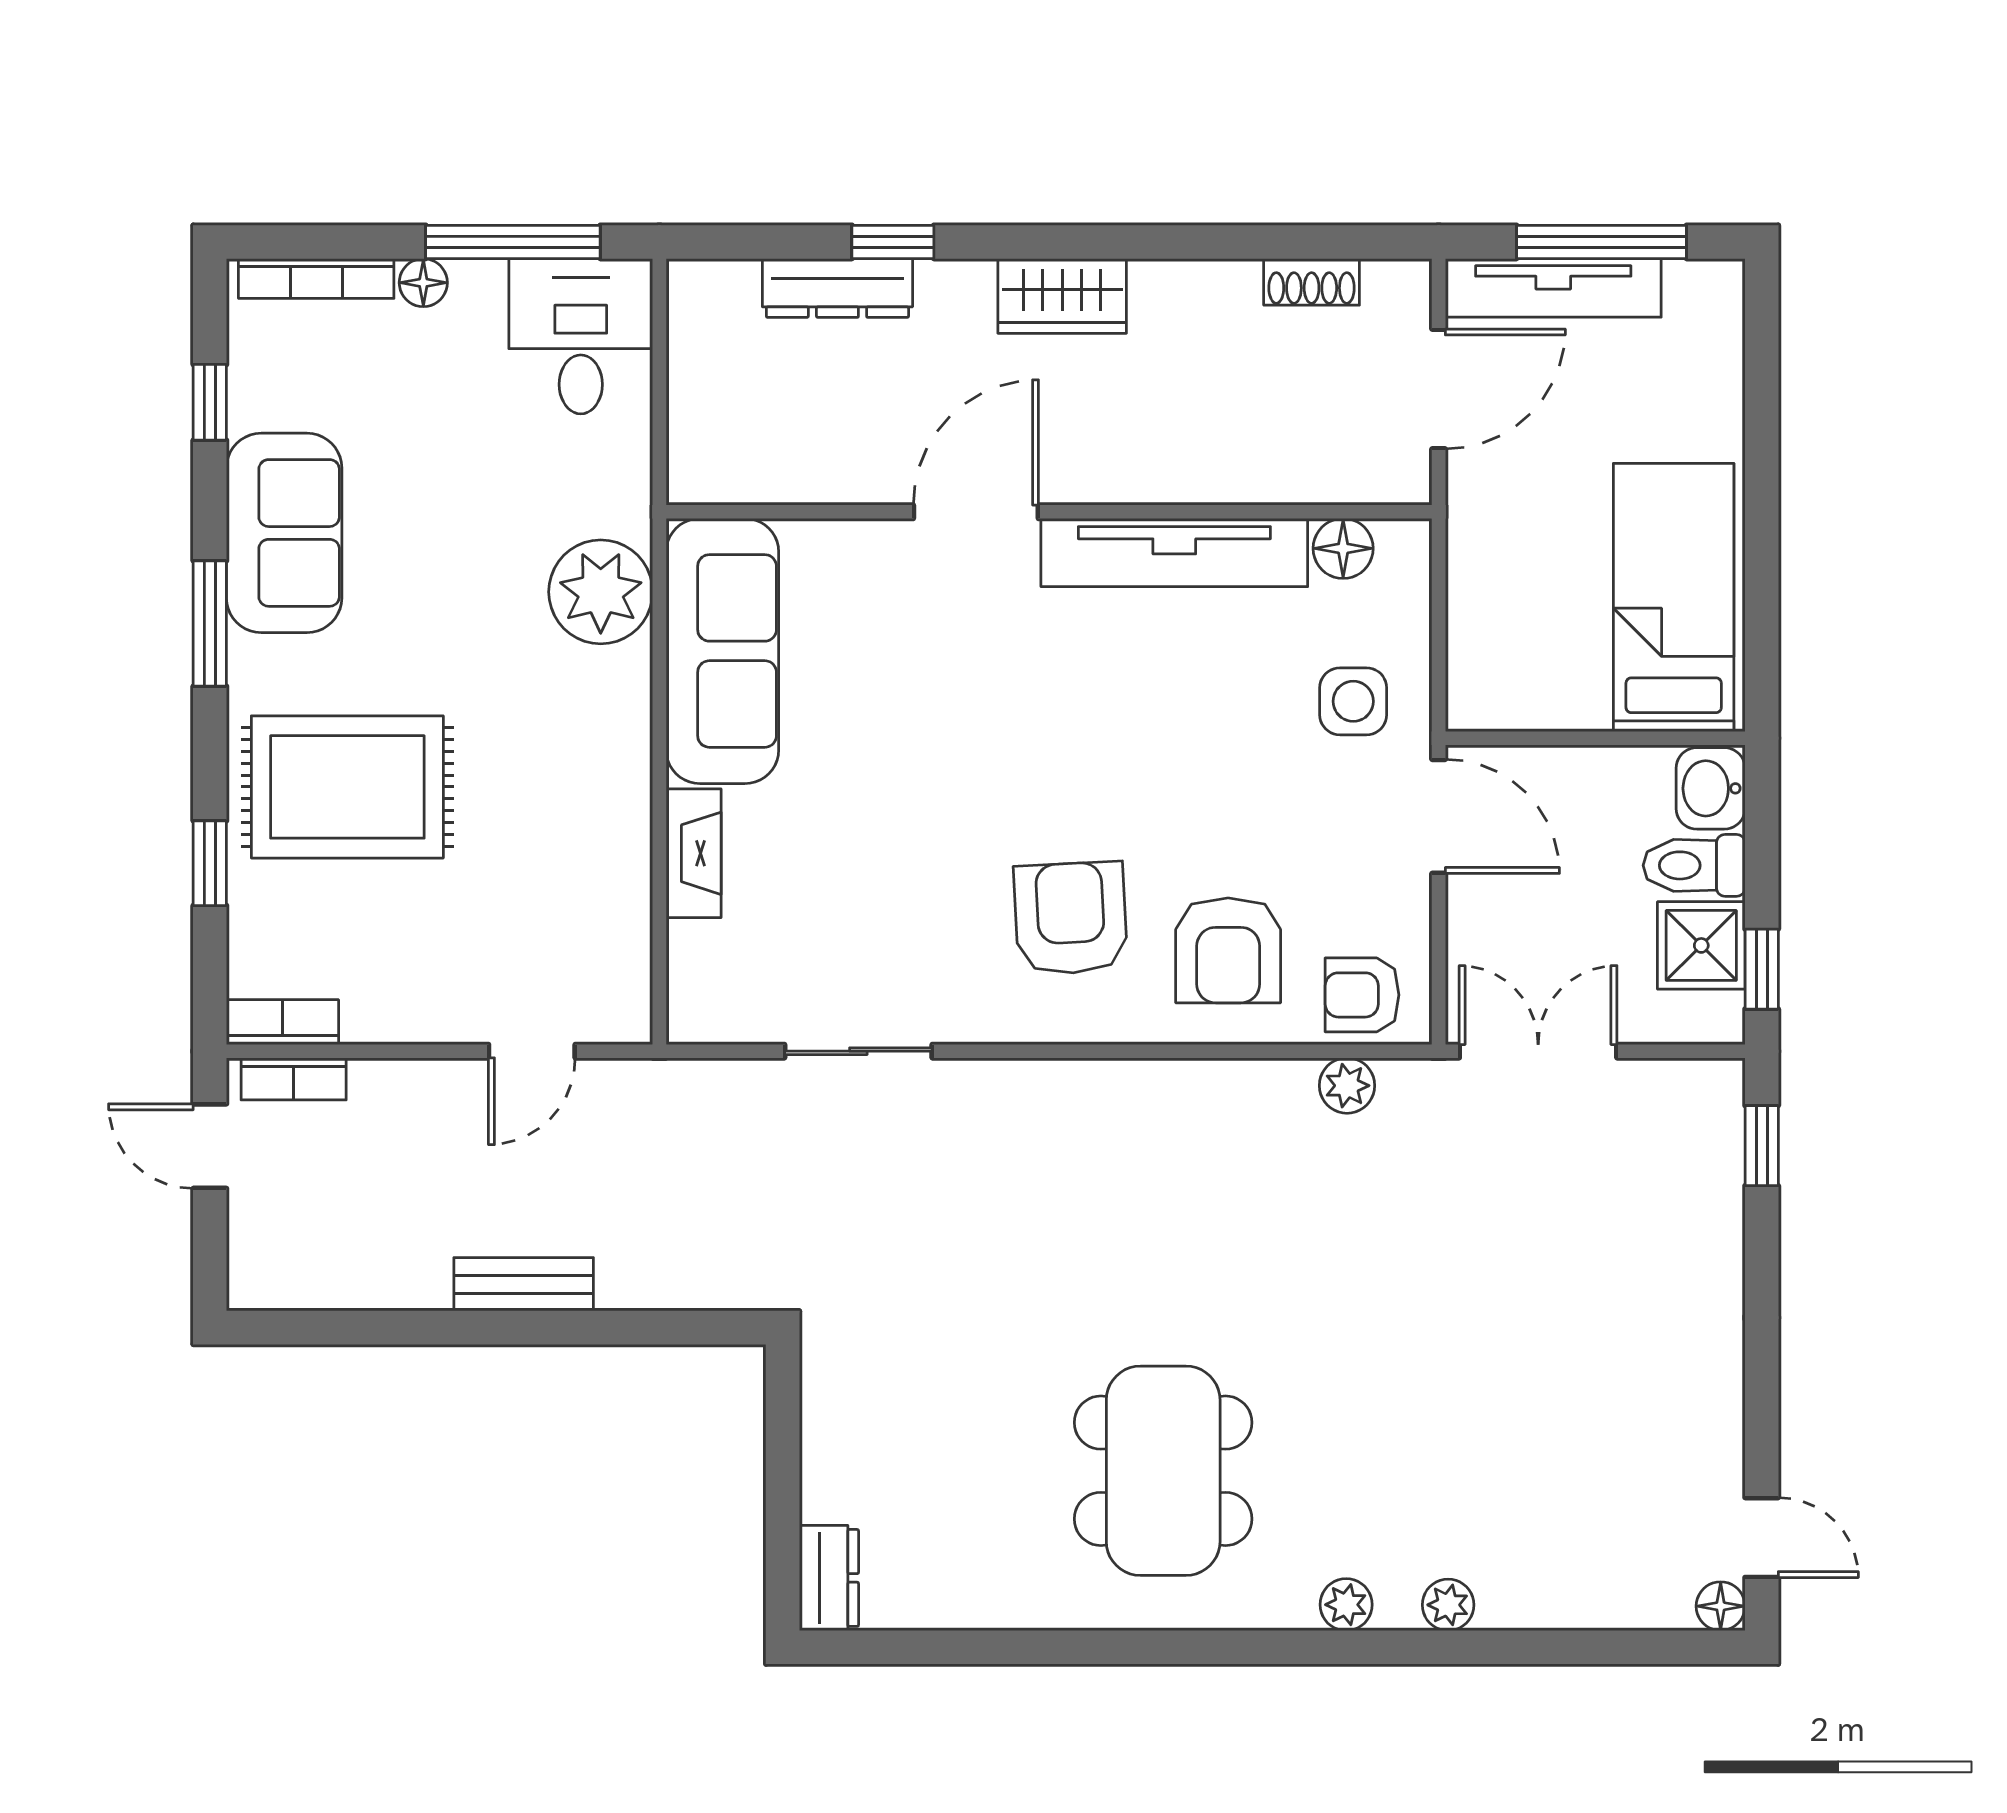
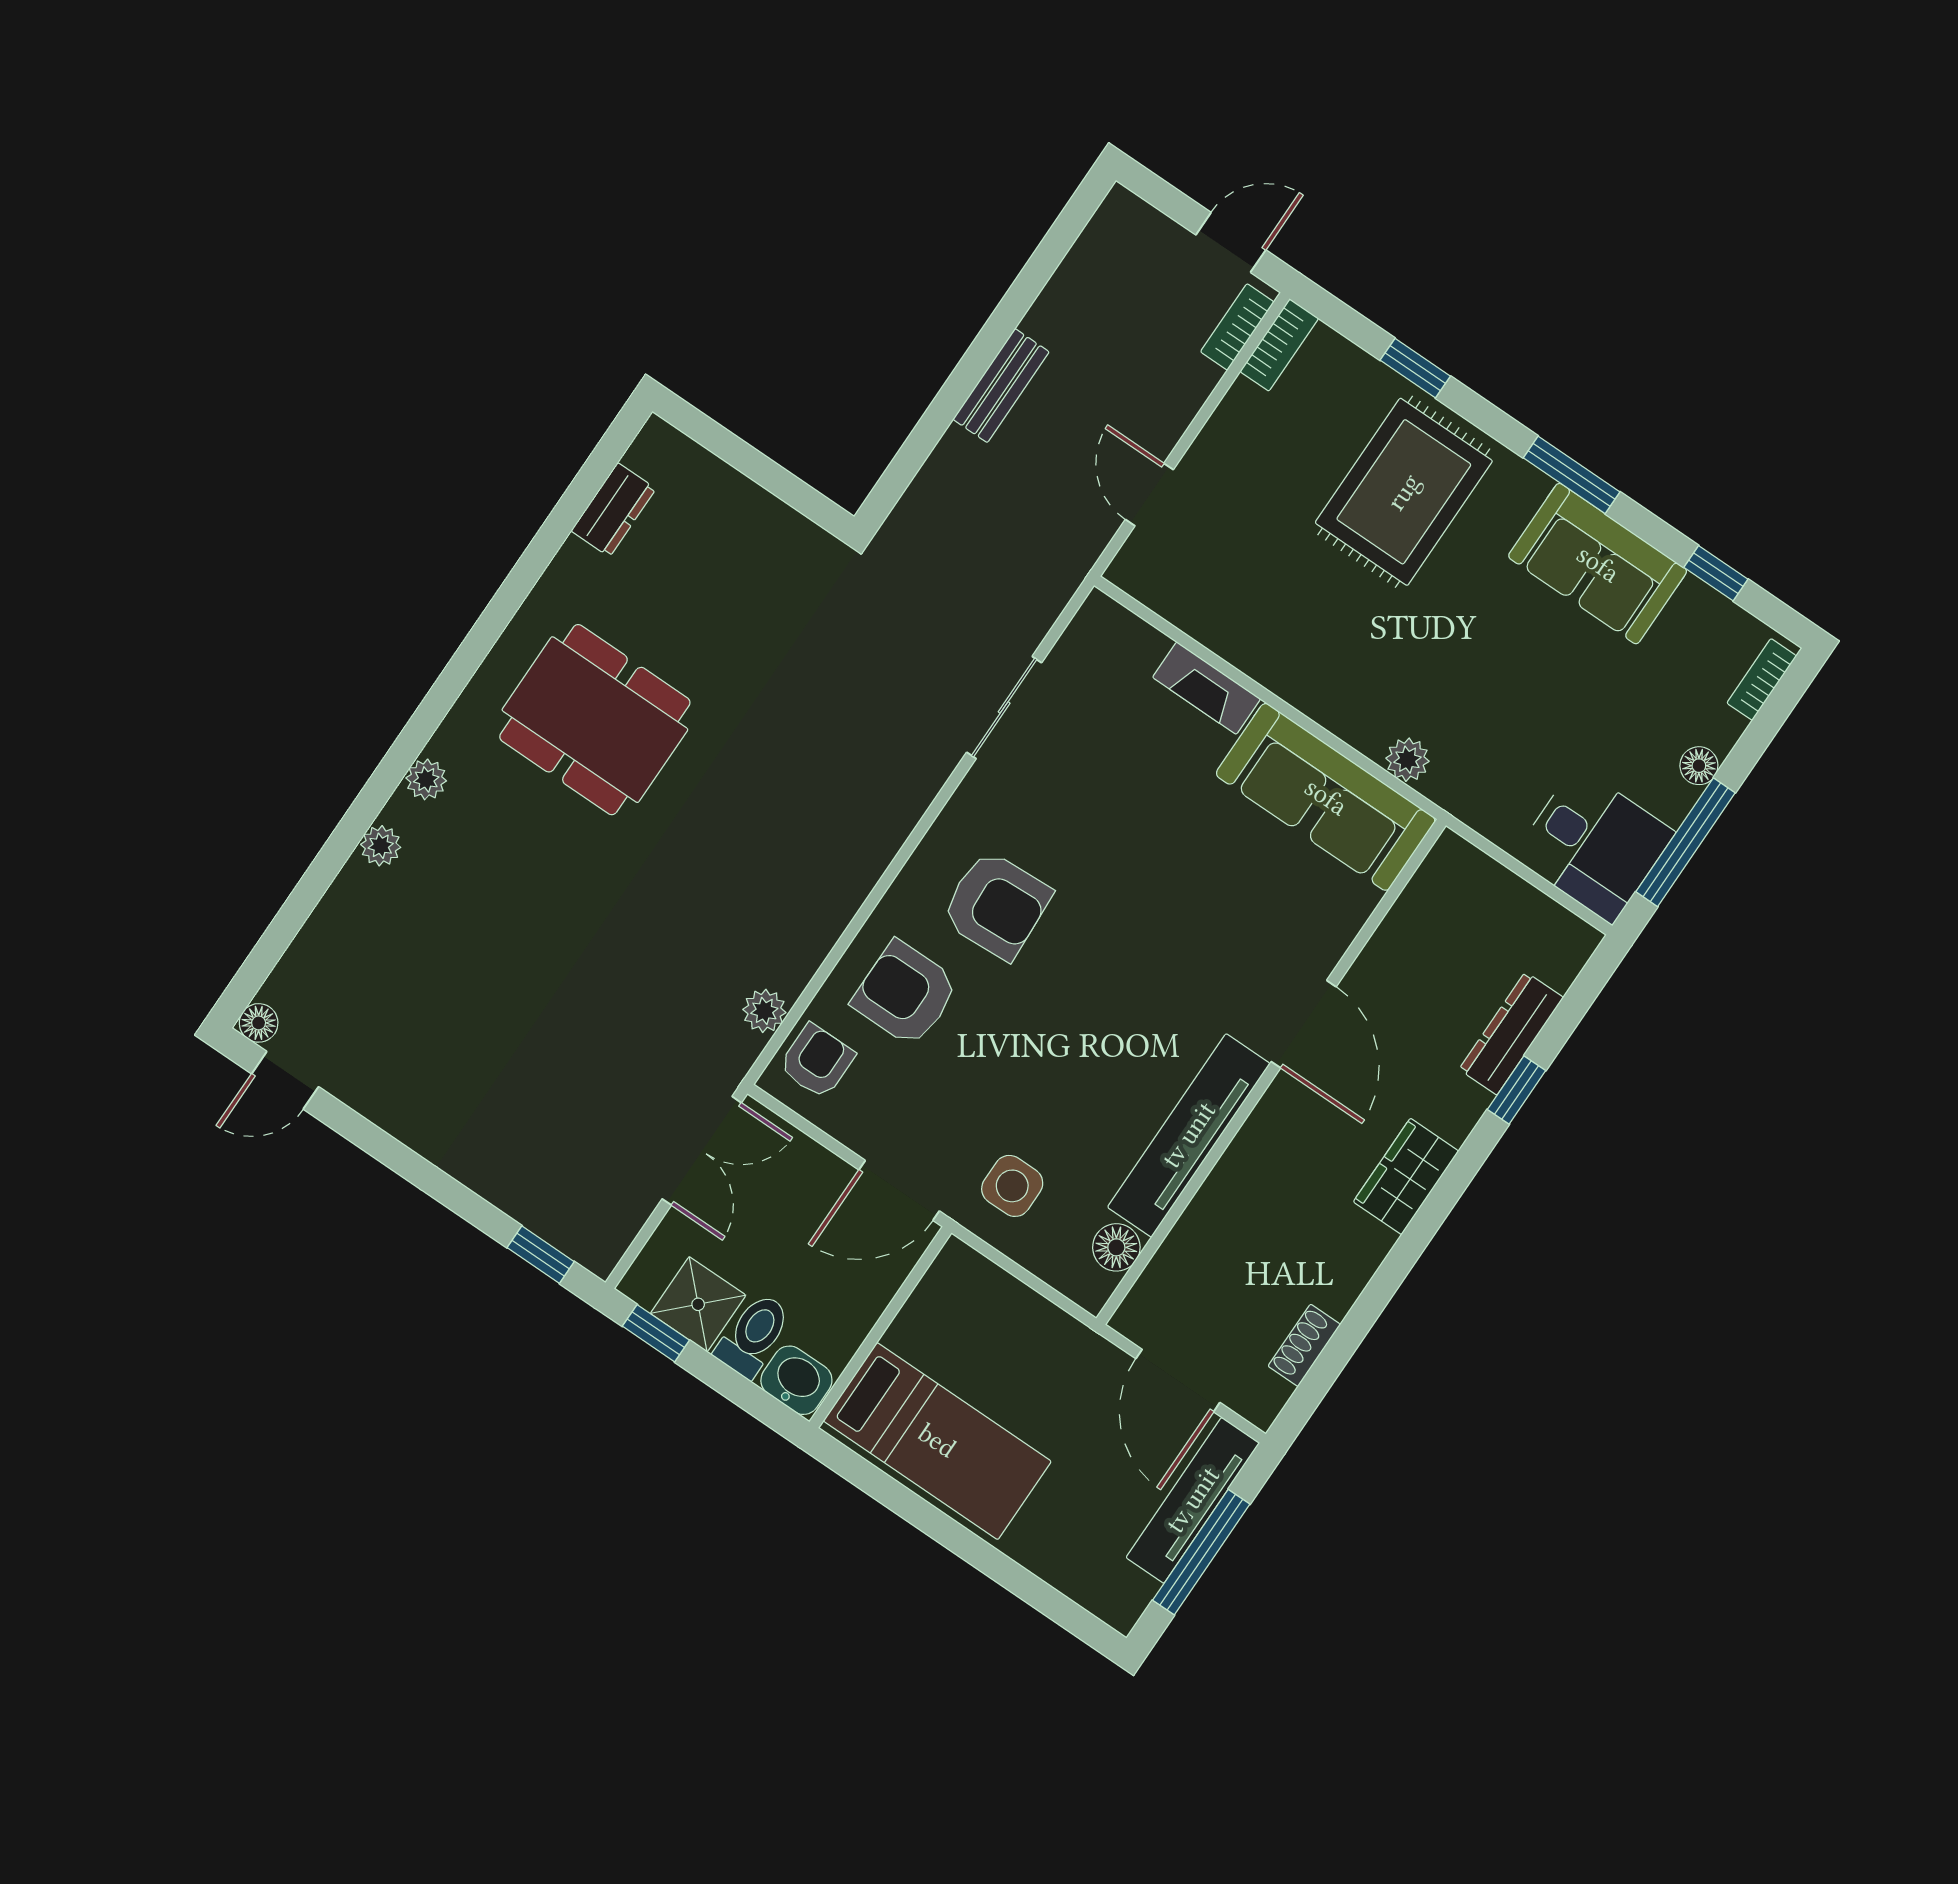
bookcase: (316, 279) -> (1762, 679), width x0.64
plant: (601, 592) -> (1408, 760), width x0.53, depth x0.53
dresser: (829, 1578) -> (614, 510), moved, turned -90

